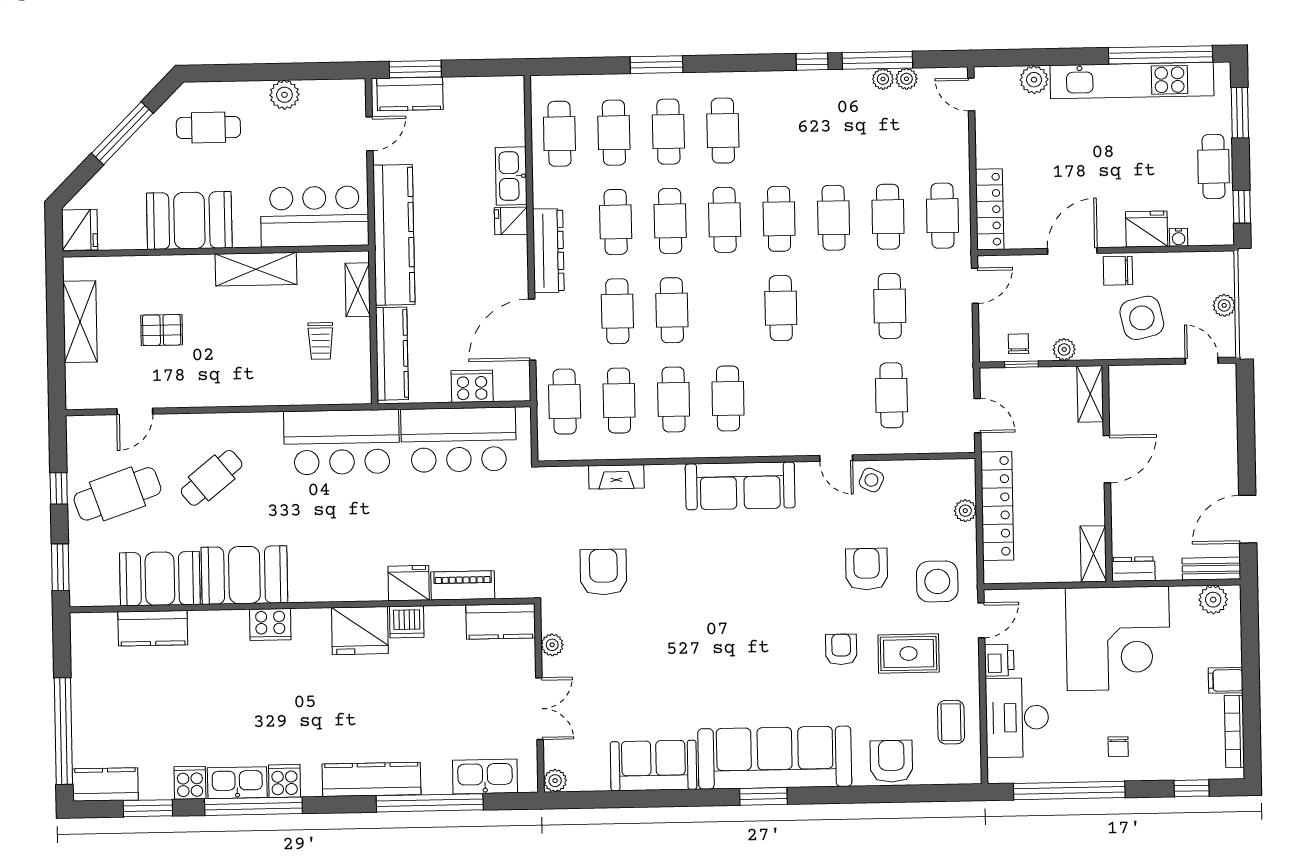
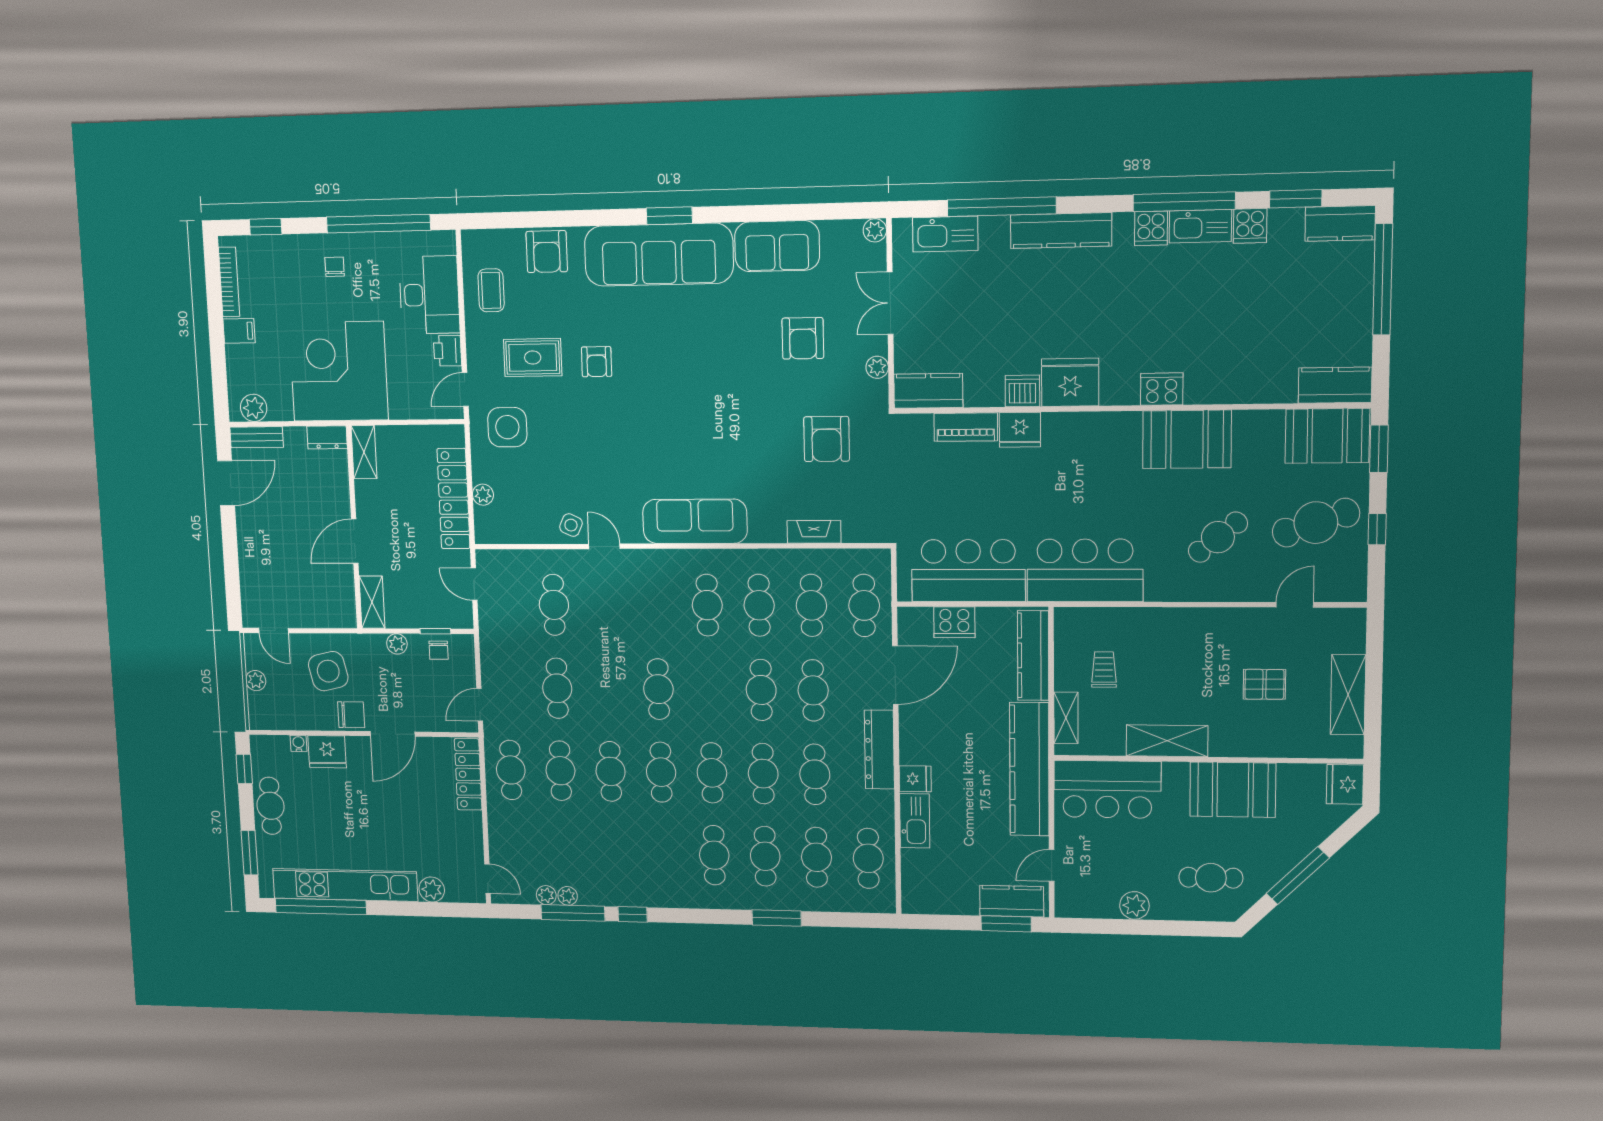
armchair: (867, 569) -> (803, 338), moved
booth: (160, 579) -> (1327, 436), moved
kitchen counter: (153, 628) -> (1335, 385), moved

